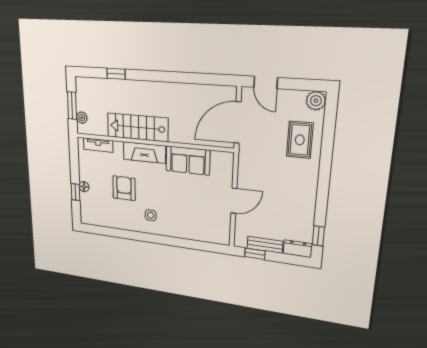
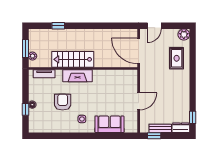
door: (266, 82) -> (154, 26), hinge flipped
door: (238, 123) -> (139, 51), hinge flipped
sofa: (188, 161) -> (110, 124), moved, turned 180

